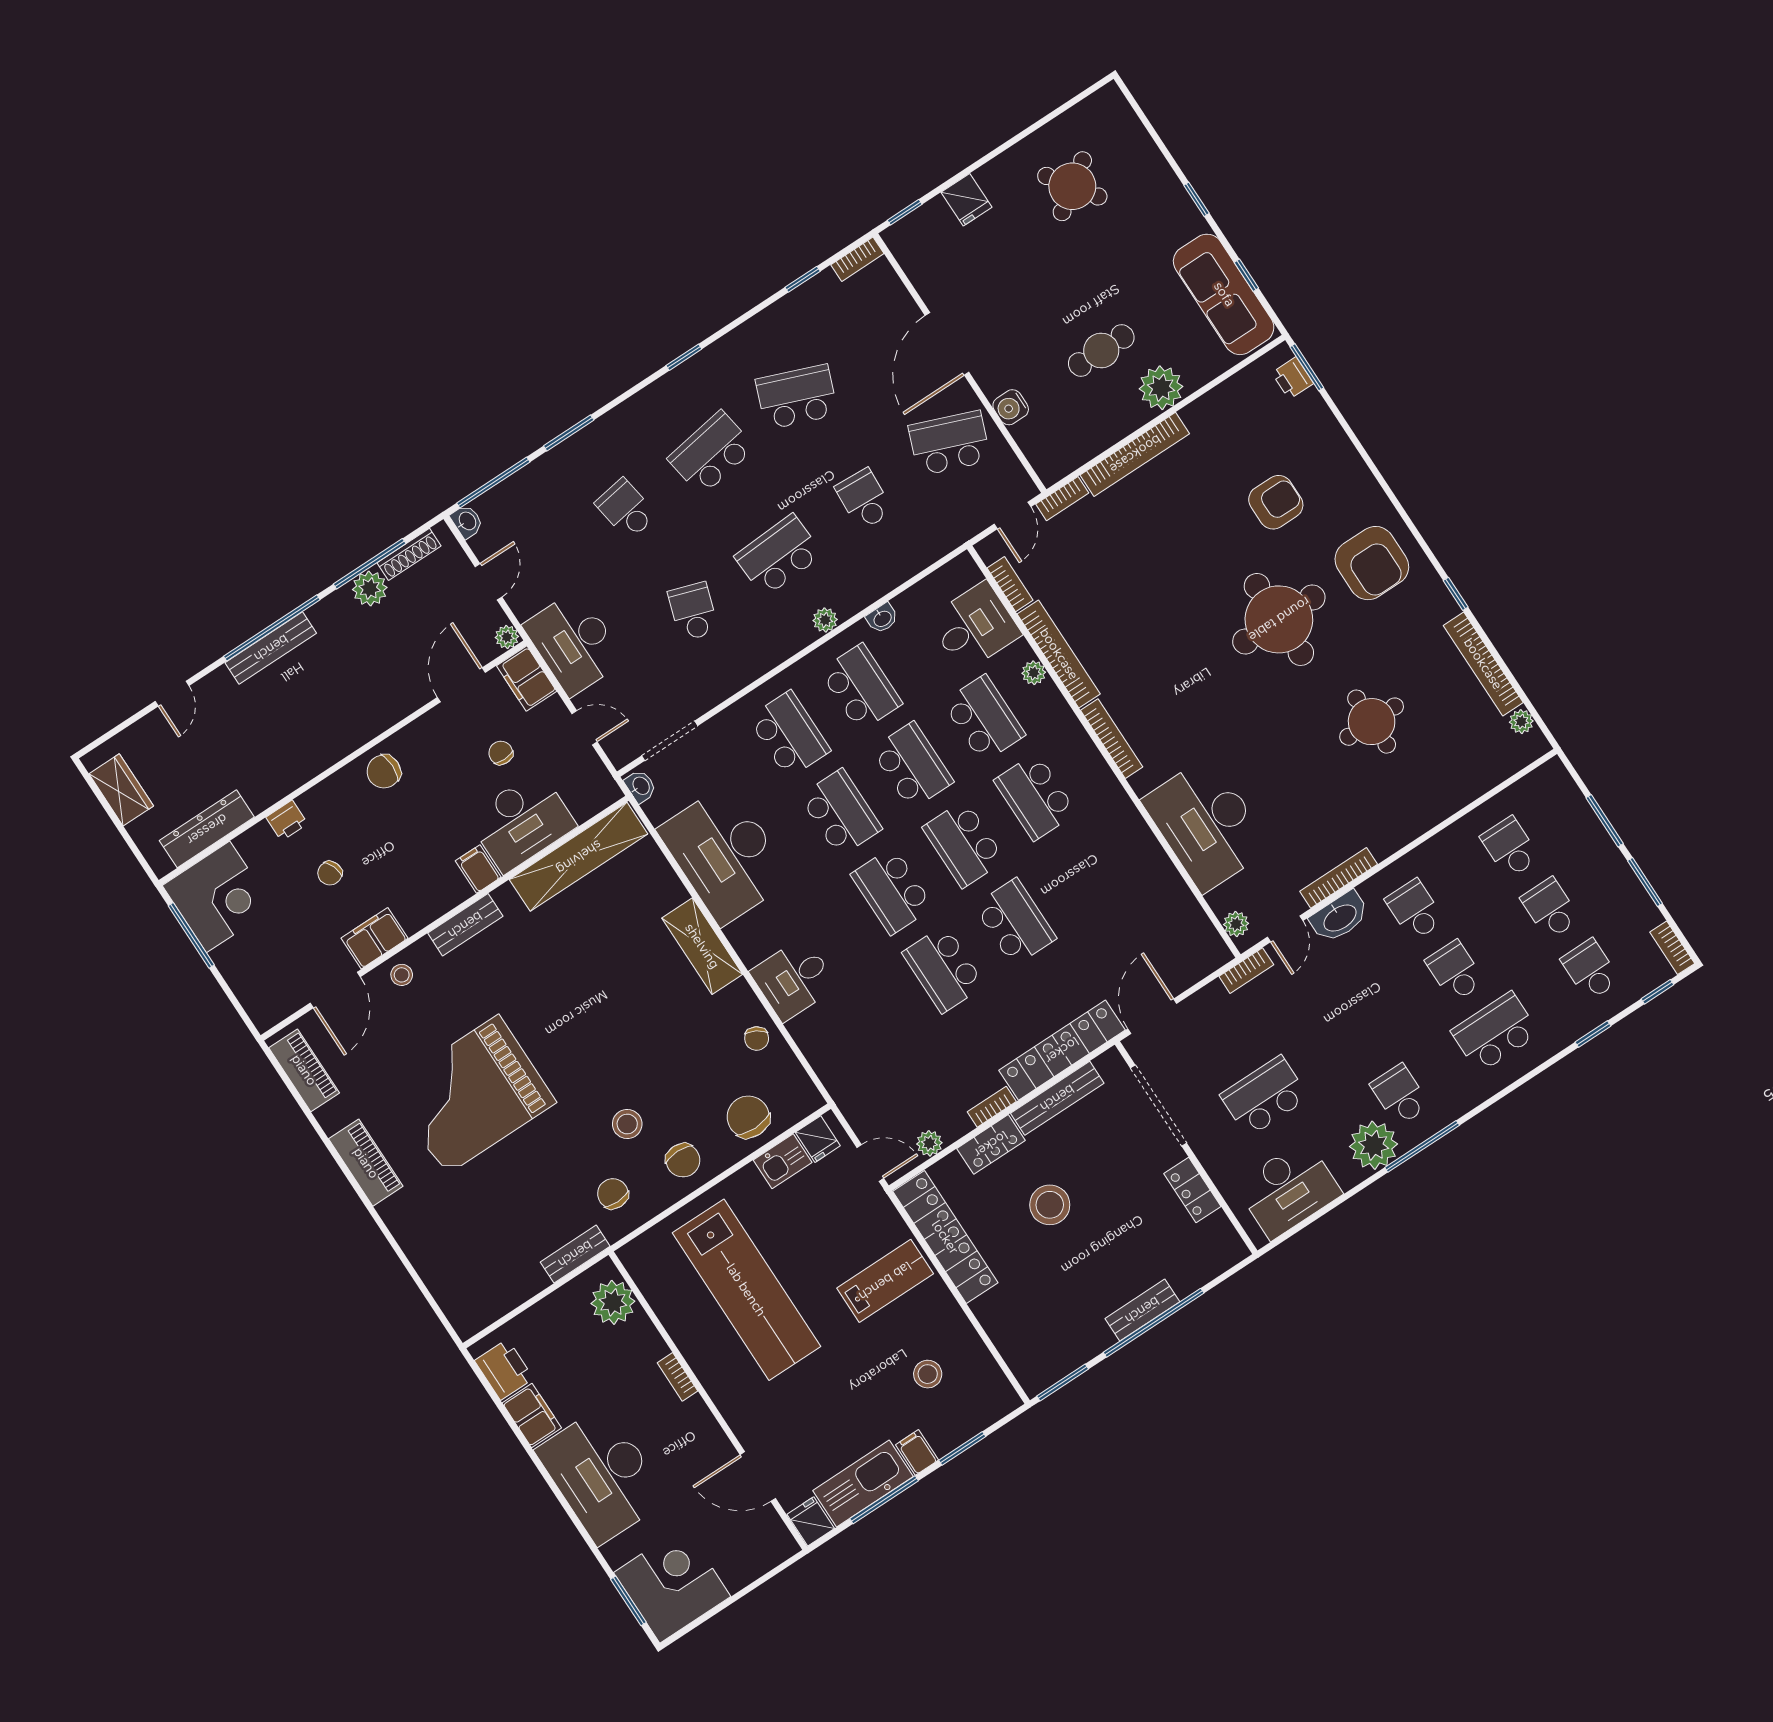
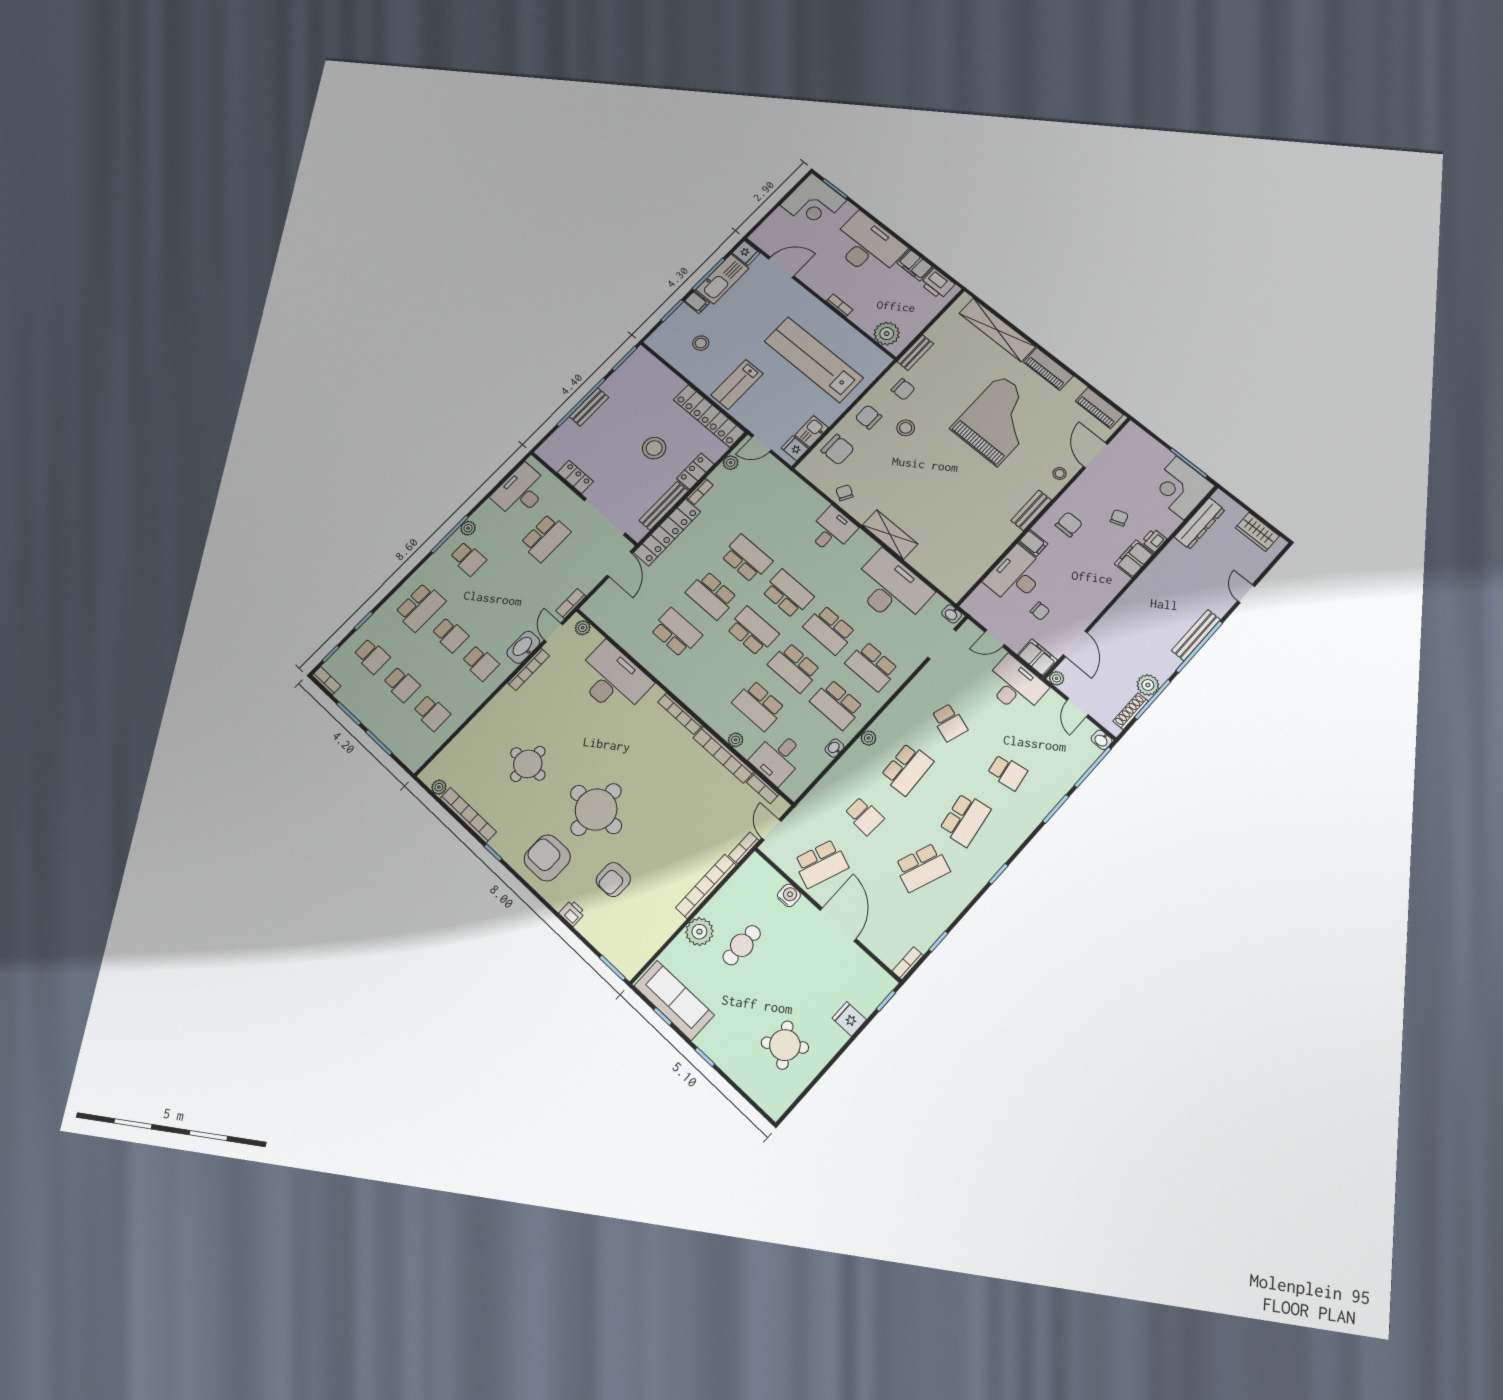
printer: (1293, 378) -> (572, 913), moved
chair: (384, 771) -> (1069, 524), moved
school desk: (1035, 797) -> (676, 632), moved
shelving: (579, 857) -> (997, 330), moved, turned 90
filing cabinet: (375, 938) -> (1134, 559), moved, turned 180
plant: (1374, 1145) -> (468, 528), width x0.53, depth x0.53

